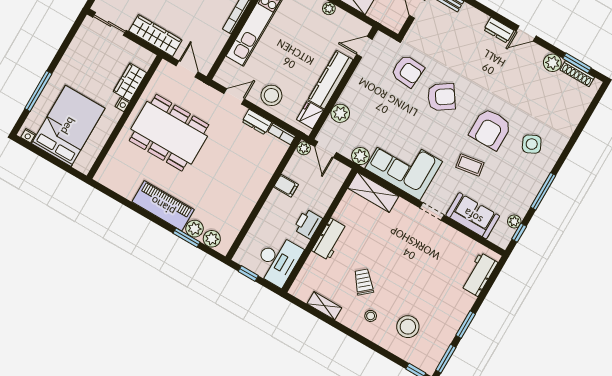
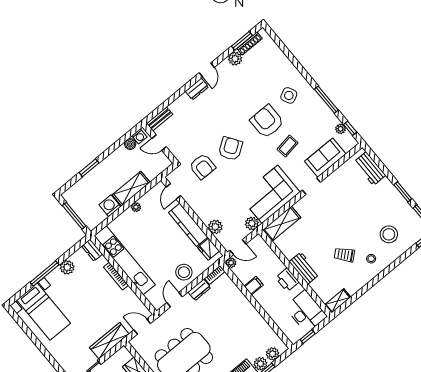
armchair: (407, 71) -> (202, 166), turned 86
armchair: (490, 129) -> (267, 122), turned 180
shelving: (324, 306) -> (338, 301), moved

